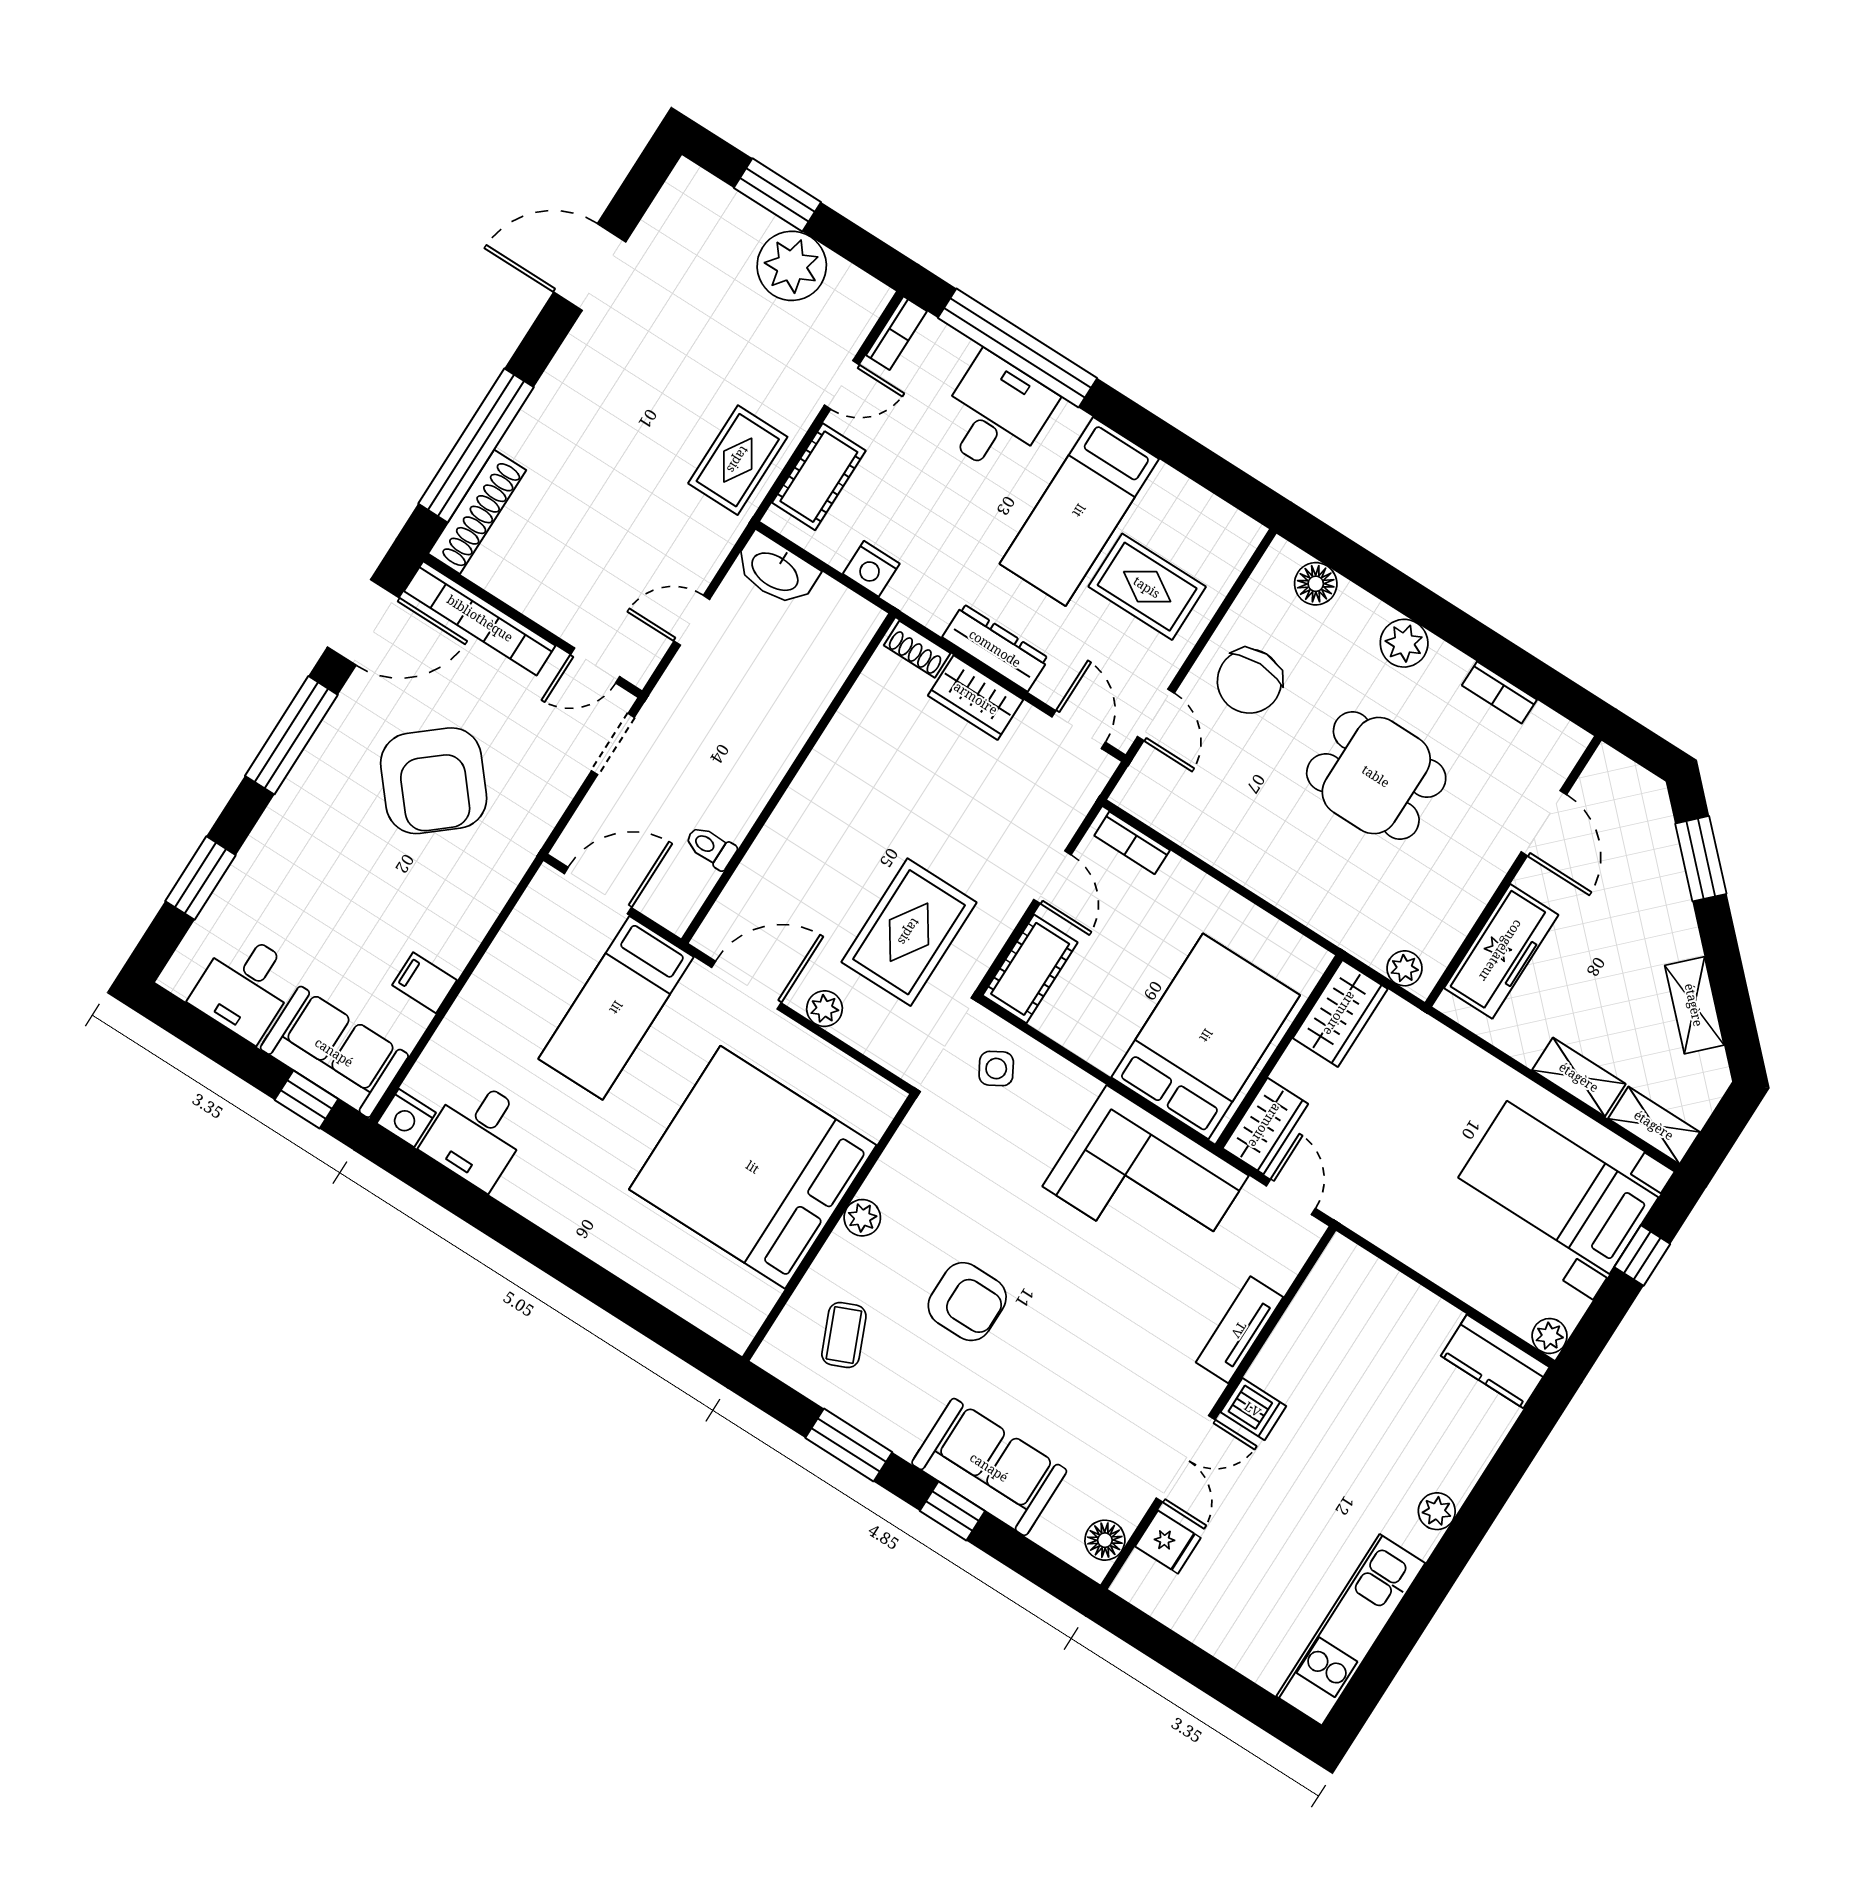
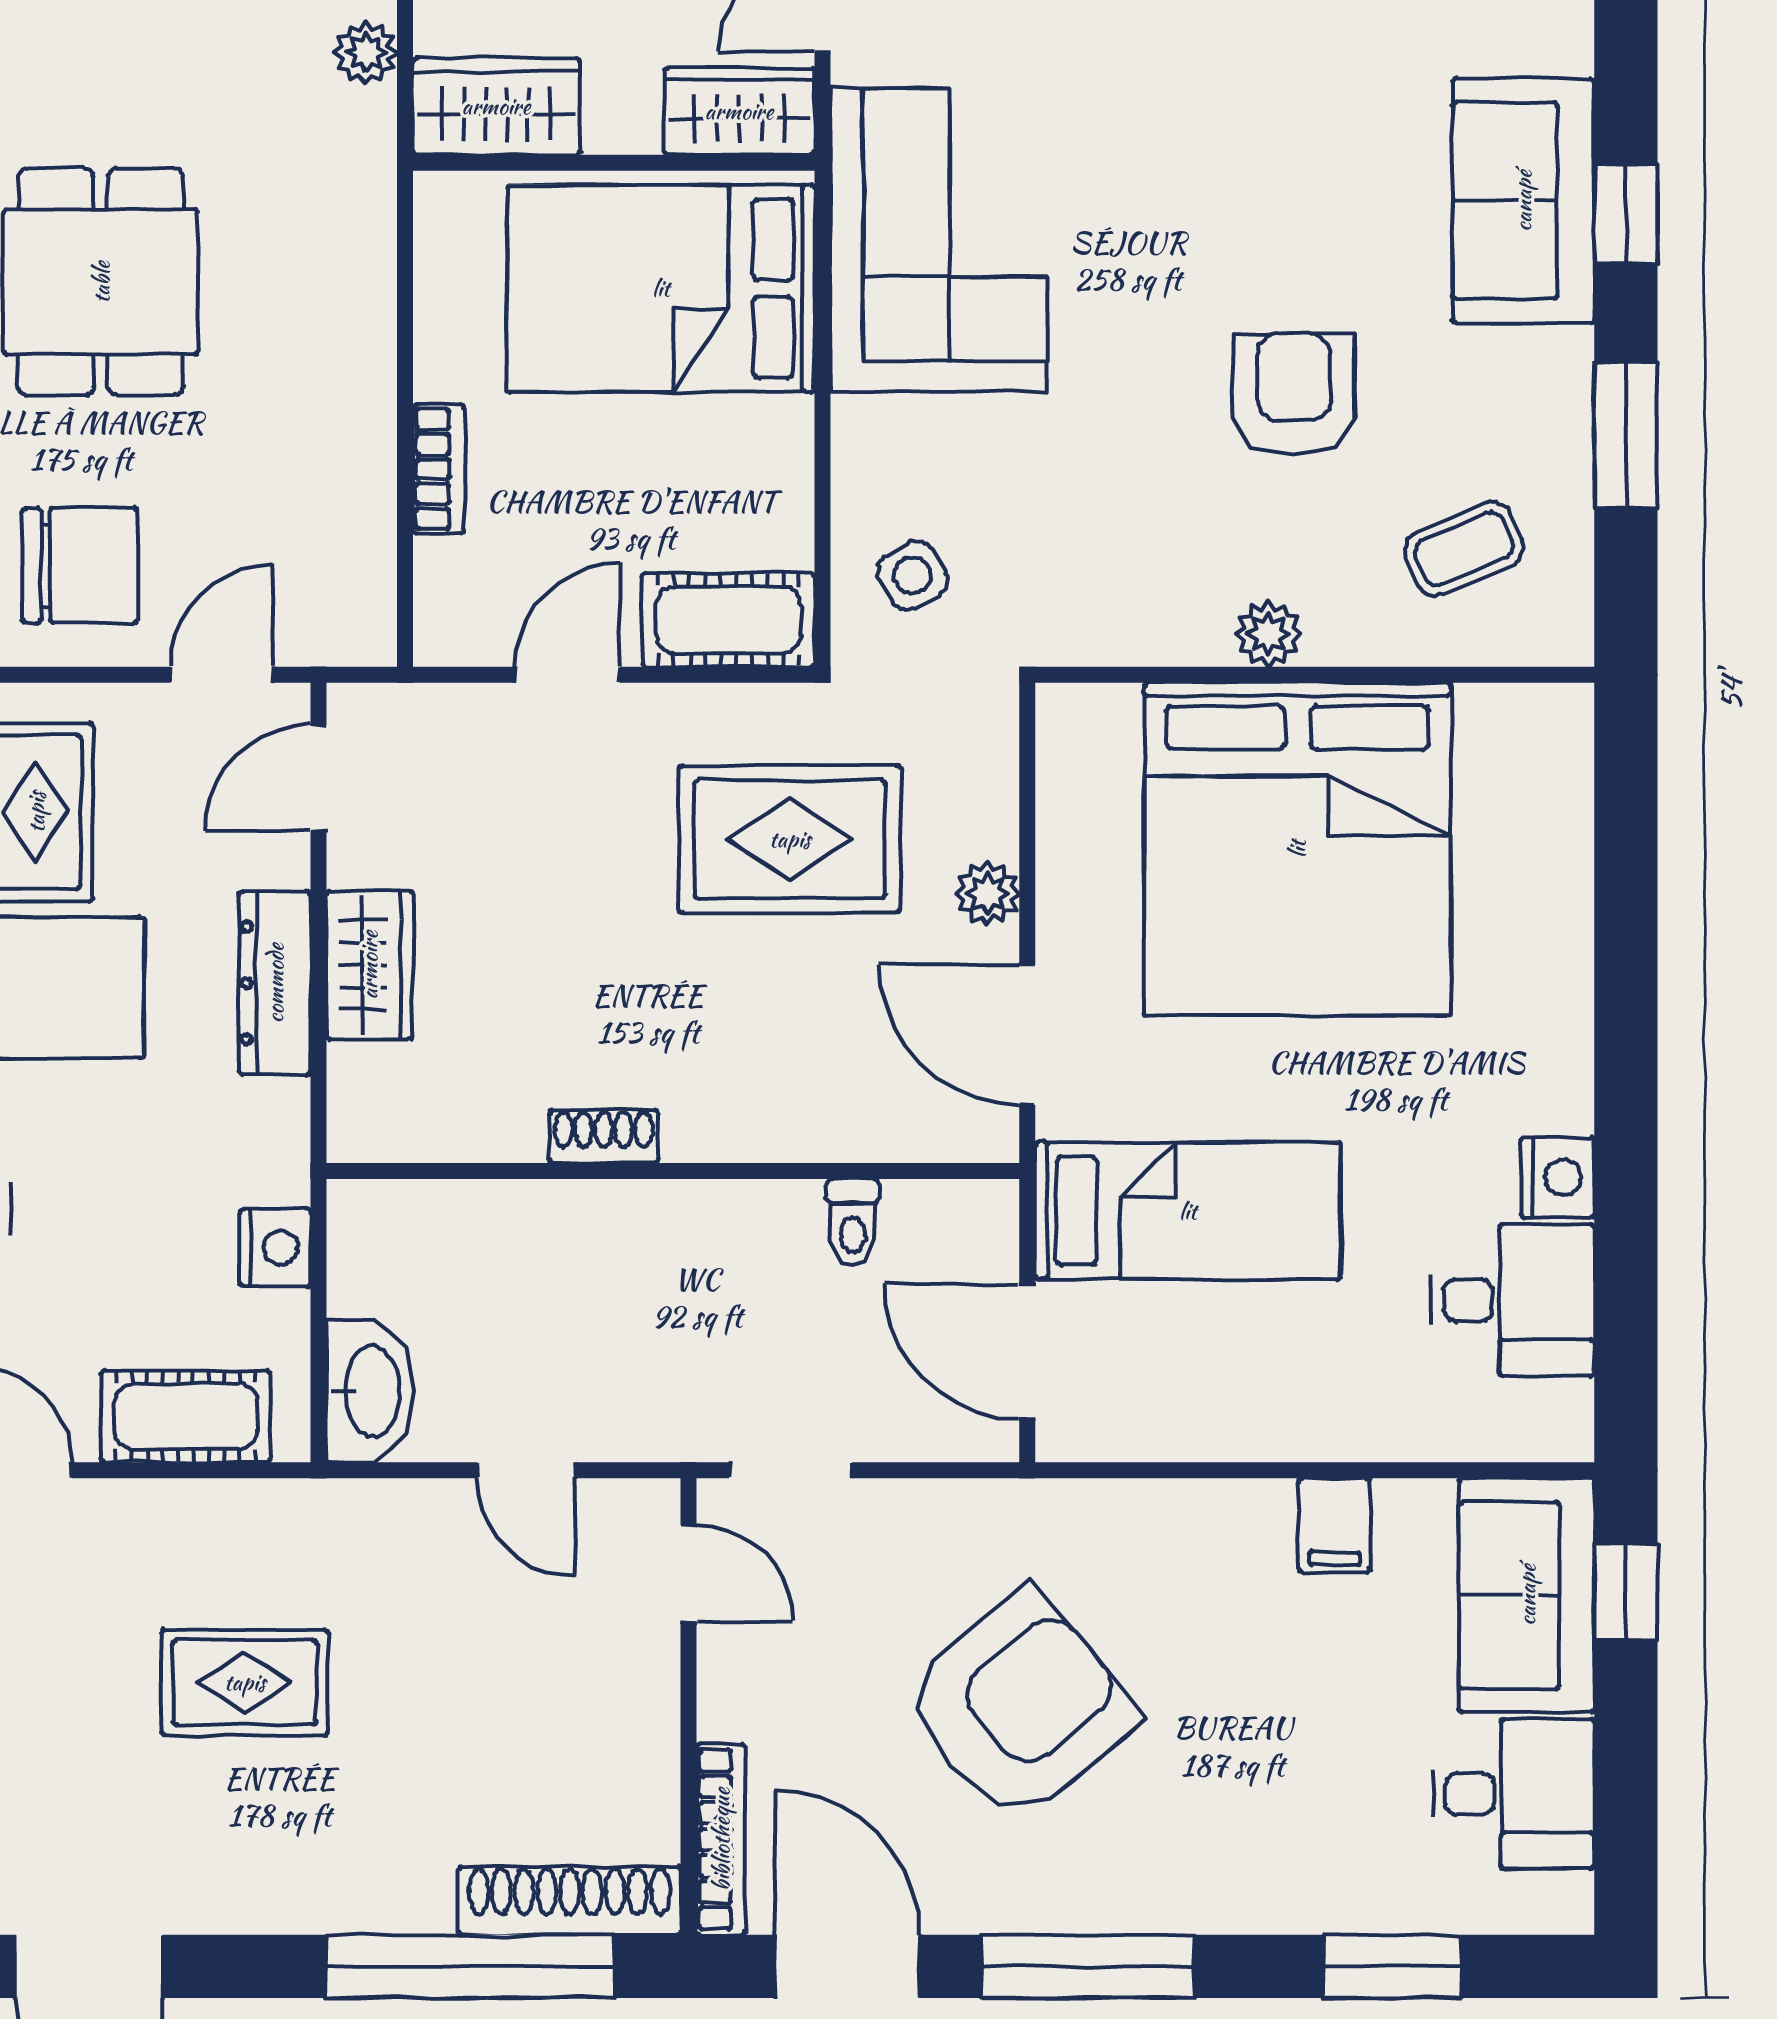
rug: (738, 460) -> (245, 1682), moved
bookcase: (480, 618) -> (721, 1839), width x0.68, depth x0.76
shoe rack: (917, 649) -> (604, 1137), moved, turned -90
bookcase: (1132, 843) -> (439, 469), moved
nightstand: (406, 1118) -> (1557, 1178), moved

